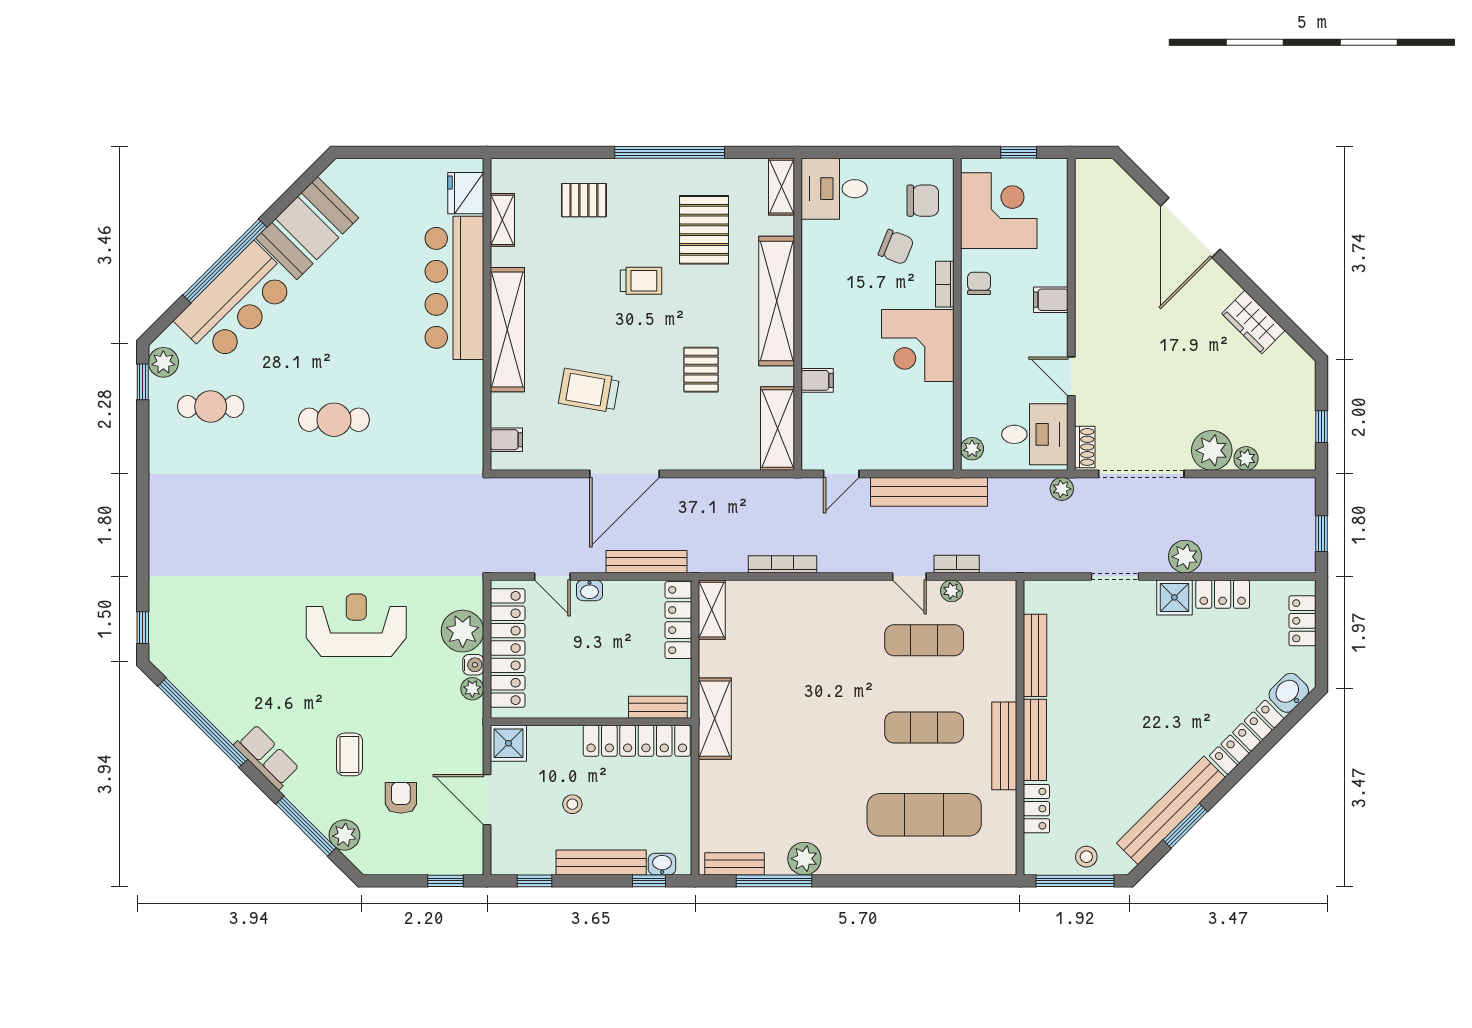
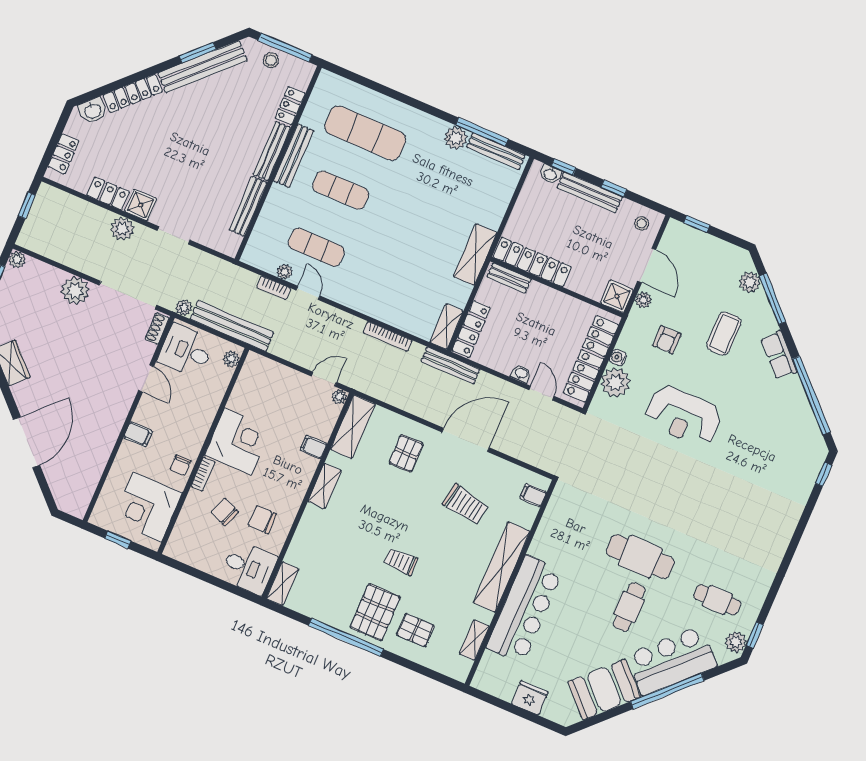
fridge: (466, 193) -> (530, 698), moved, turned -90
chair: (923, 201) -> (262, 520), moved
pallet: (704, 230) -> (375, 612), moved
shelving: (777, 301) -> (325, 486), width x0.45, depth x0.75
cafe table: (321, 348) -> (629, 607), added
pallet: (701, 370) -> (406, 453), moved
cafe table: (334, 420) -> (640, 557), width x1.37, depth x1.35
plant: (1246, 458) -> (17, 260), moved
plant: (812, 460) -> (339, 397), added
bench: (929, 492) -> (232, 326), moved
bench: (647, 562) -> (450, 365), moved
plant: (472, 689) -> (643, 300), moved
coffee table: (349, 754) -> (724, 333), width x1.36, depth x1.30
armchair: (401, 798) -> (667, 340), moved
stool: (572, 804) -> (642, 224), moved
bench: (734, 864) -> (496, 151), width x1.36
window: (534, 881) -> (614, 188), moved

